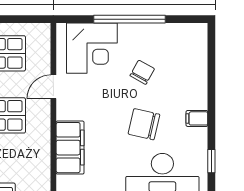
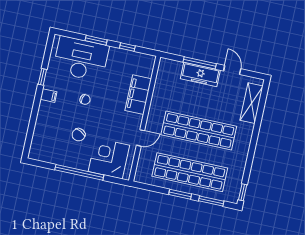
chair: (144, 124) -> (85, 99), width x0.54, depth x0.54
window: (211, 161) -> (42, 77), moved

